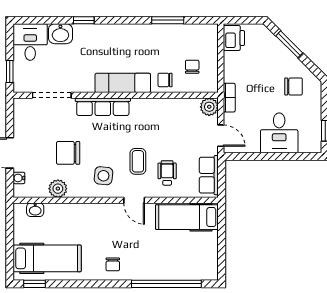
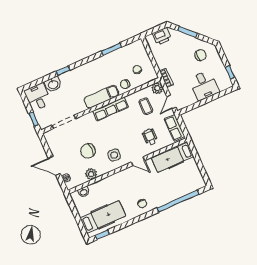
printer: (234, 38) -> (162, 36), moved, turned 90
row of seats: (103, 107) -> (111, 109), moved
door: (221, 136) -> (171, 102), swing flipped
coffee table: (138, 161) -> (146, 106), moved

